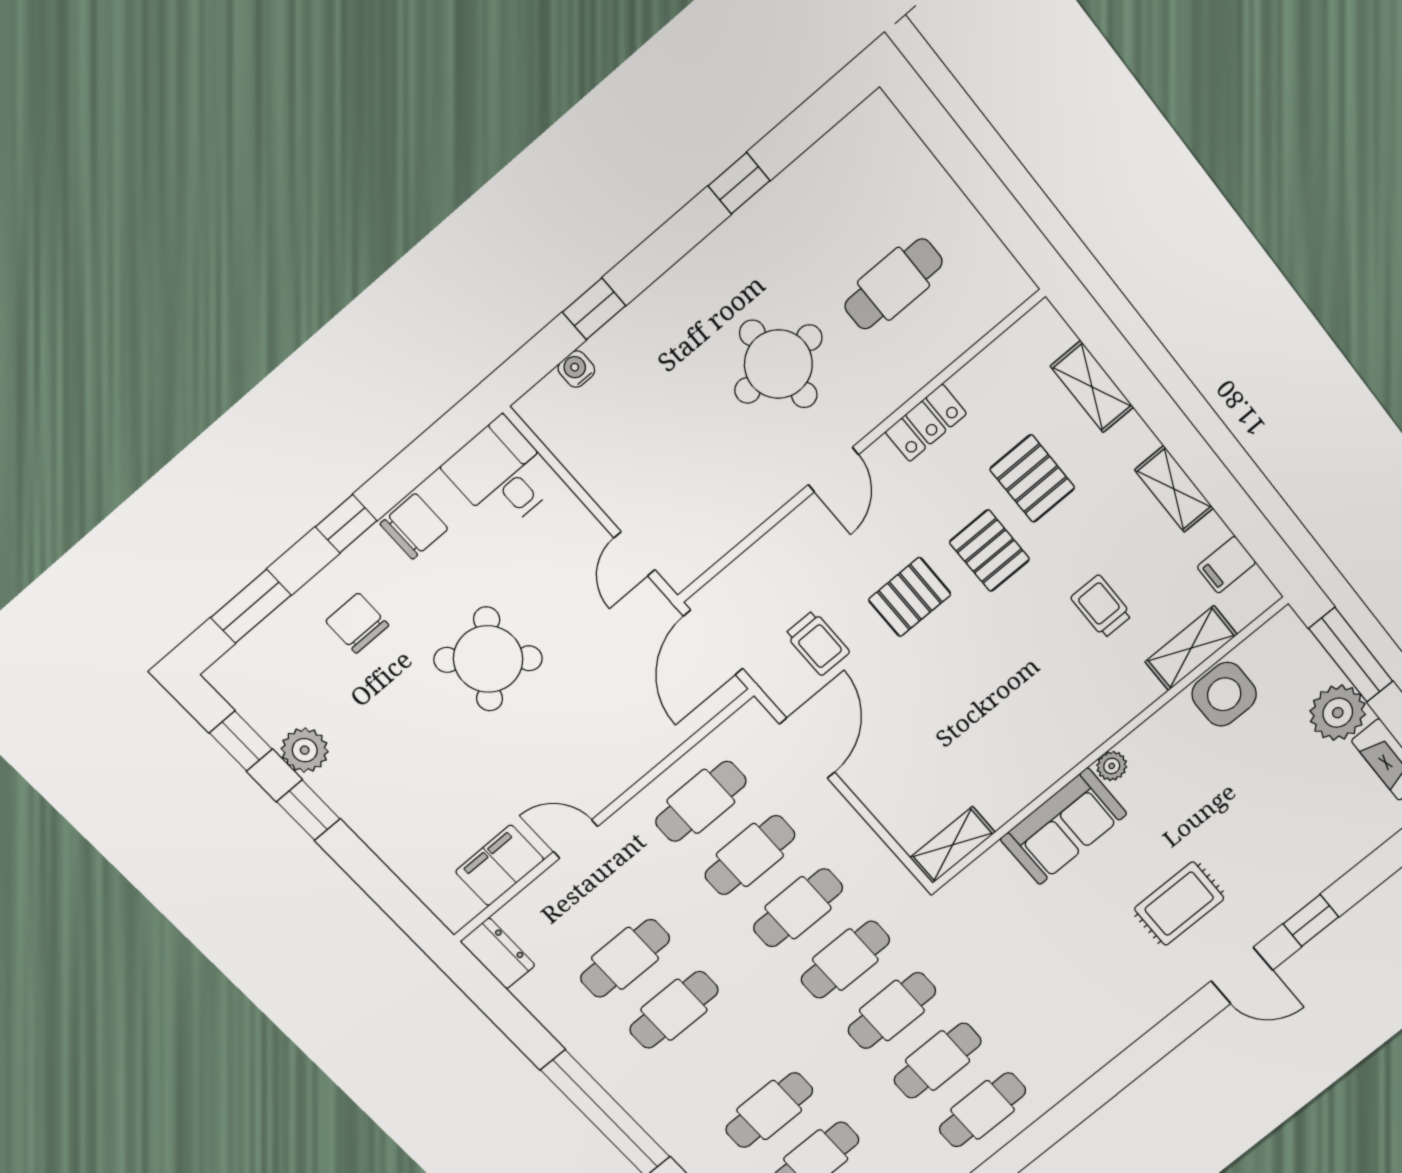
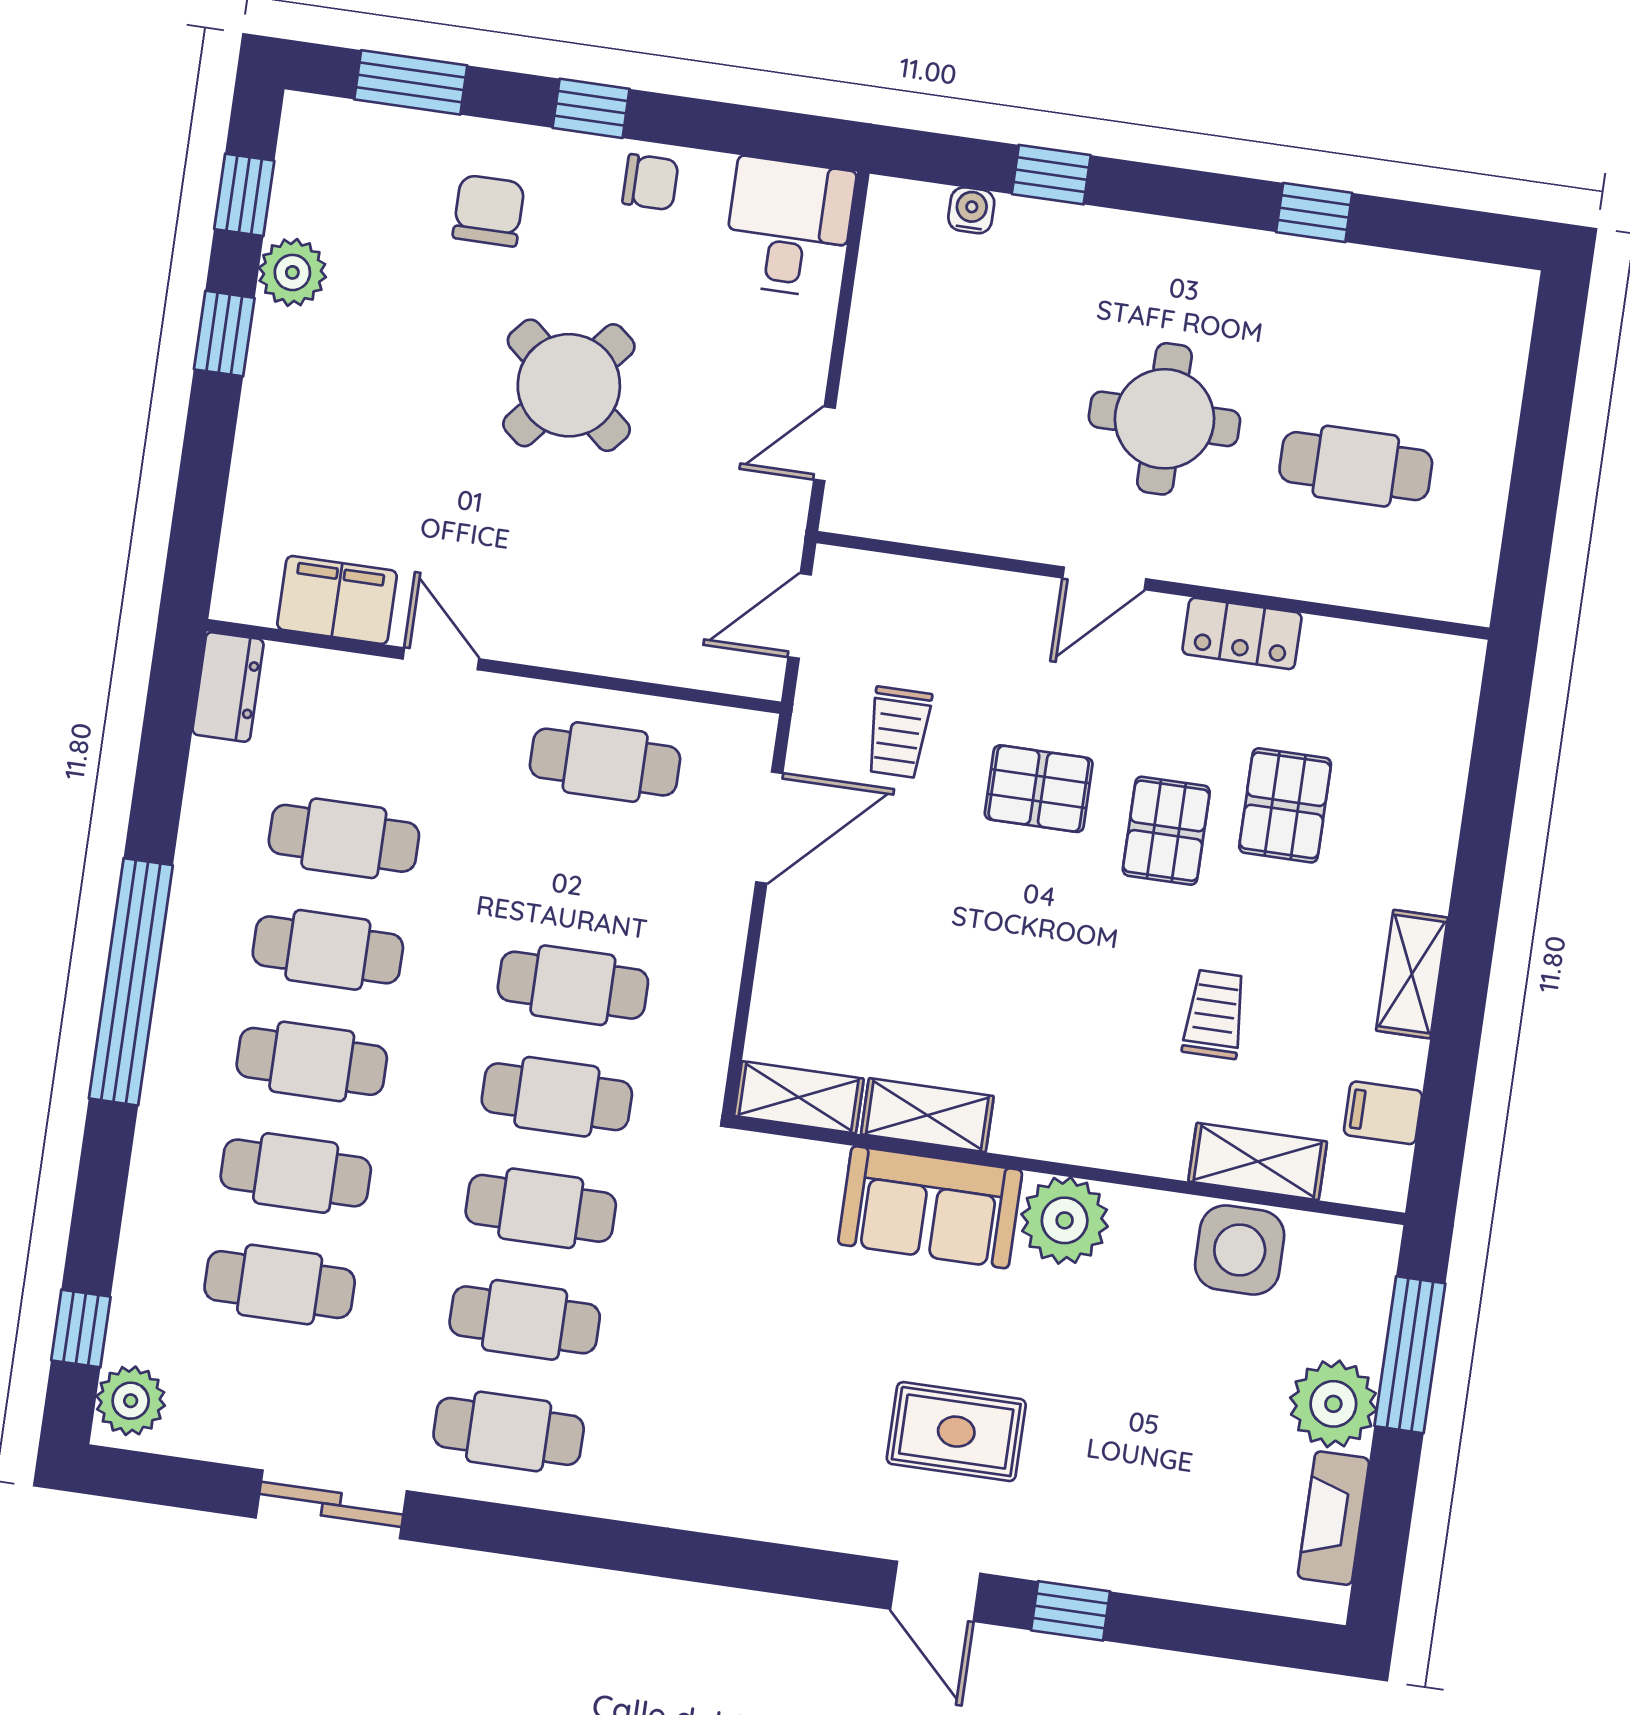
shelving: (1092, 387) -> (927, 1115), moved, turned 90
chair: (414, 526) -> (650, 182), width x0.73, depth x0.73
door: (713, 642) -> (800, 616), width x0.73
plant: (1112, 766) -> (1065, 1220), width x1.87, depth x1.87
cafe table: (750, 855) -> (312, 1061), moved

